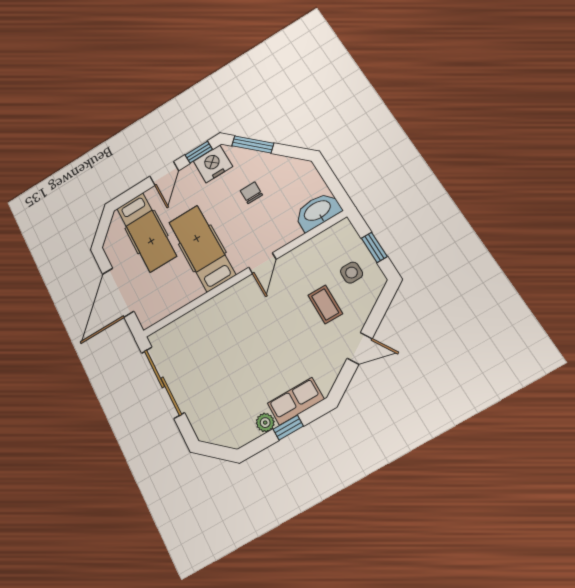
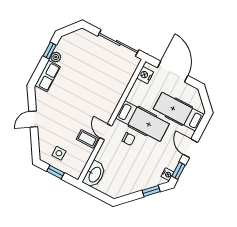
window: (253, 144) -> (151, 191), width x0.67
nightstand: (213, 164) -> (167, 174), width x0.53, depth x0.56
chair: (251, 193) -> (129, 139), moved
coffee table: (325, 304) -> (87, 139), moved
nightstand: (157, 311) -> (145, 75), added
window: (288, 428) -> (50, 50), moved

